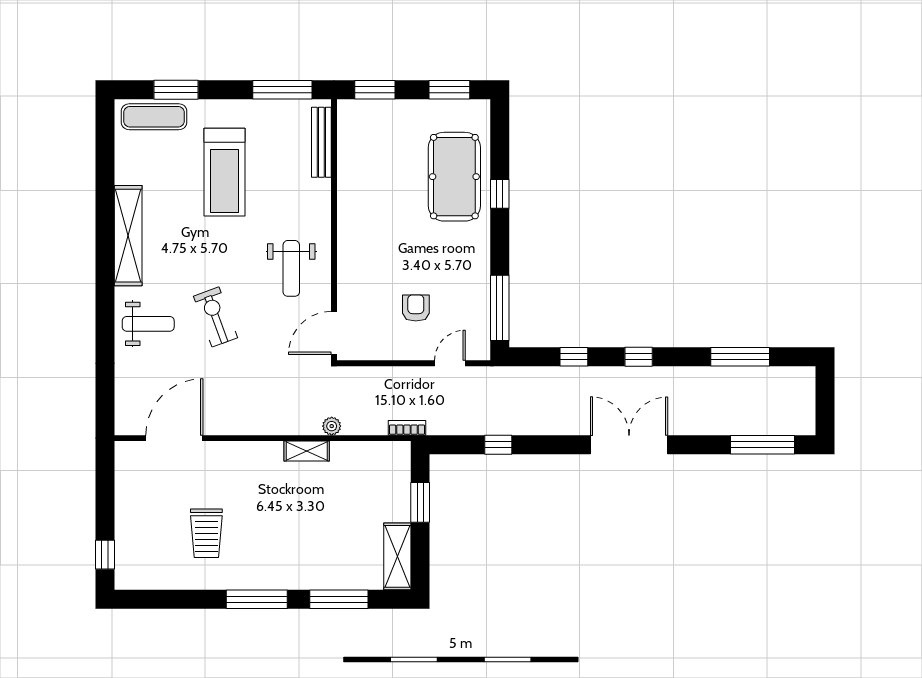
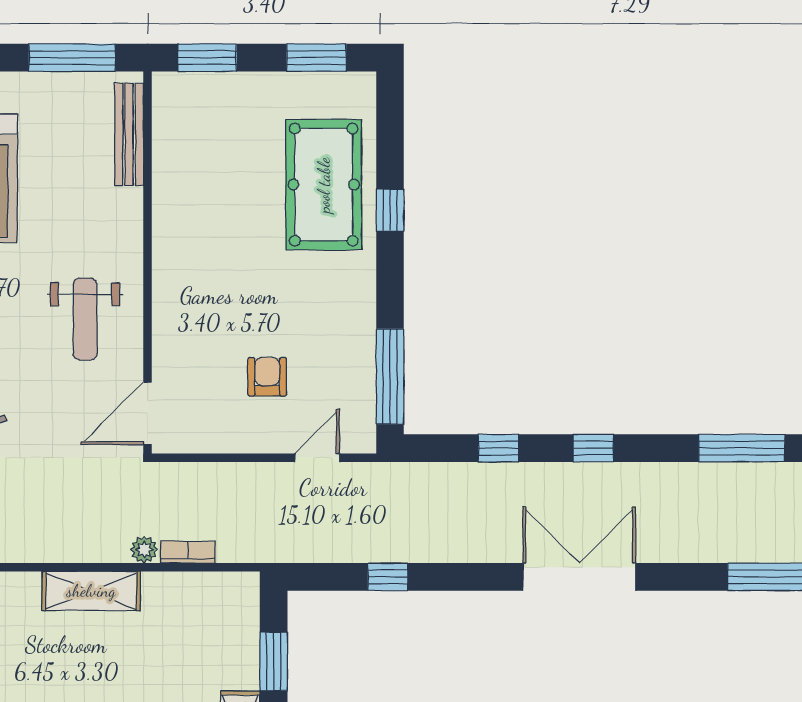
bookcase: (407, 428) -> (188, 552), moved
shelving: (307, 451) -> (91, 591), width x1.50, depth x1.33

